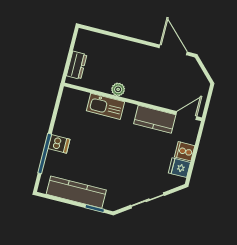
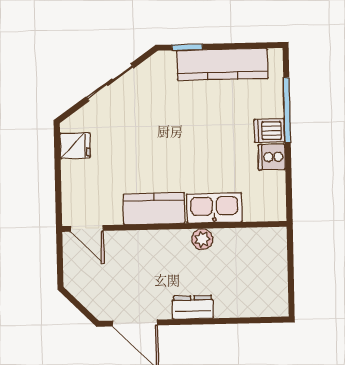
dresser: (77, 65) -> (193, 307), moved, turned 90
door: (186, 115) -> (87, 228), hinge flipped
kitchen counter: (155, 119) -> (154, 209), moved
cooker: (185, 151) -> (272, 157), moved, turned 180

